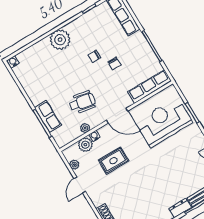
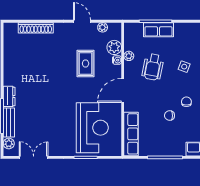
side table: (66, 76) -> (184, 67), added

